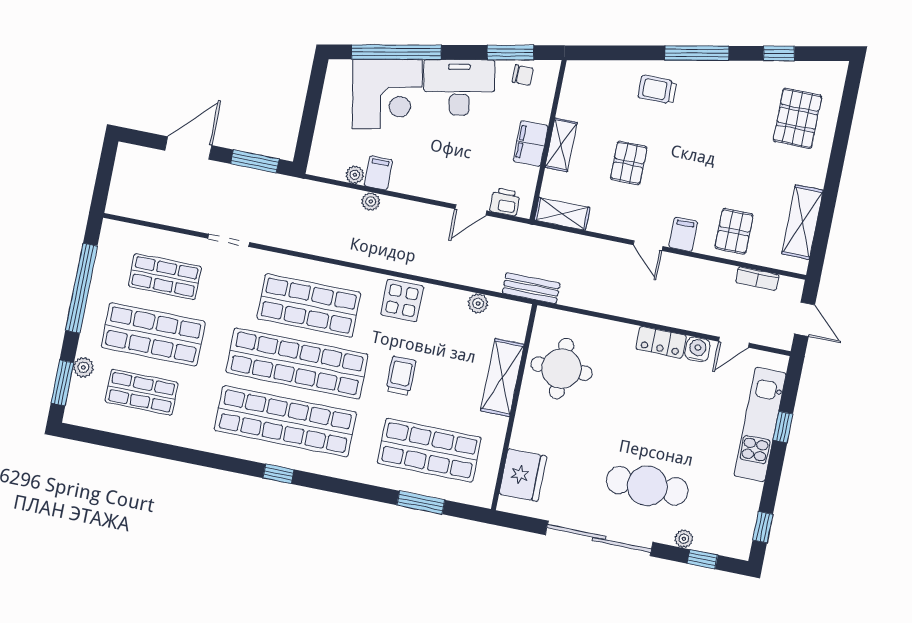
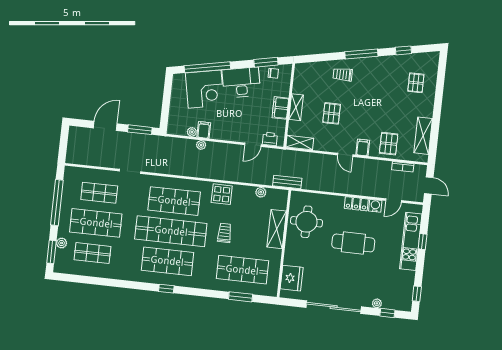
pallet: (797, 118) -> (416, 83), width x0.67, depth x0.71
shop shelf: (285, 421) -> (167, 261), width x0.71
cafe table: (647, 486) -> (353, 243), moved

